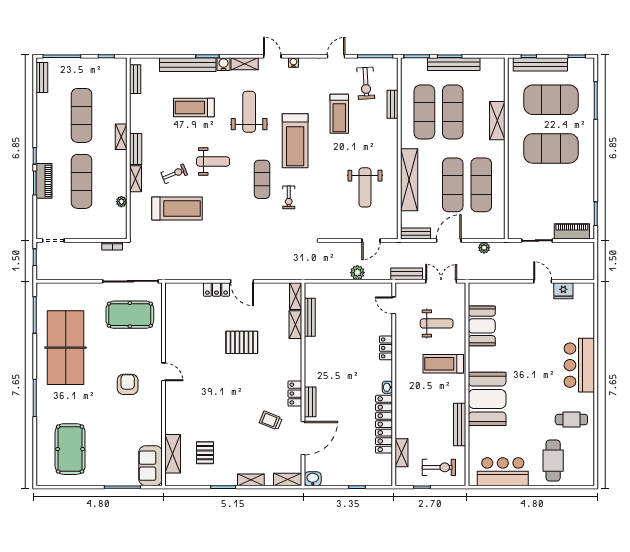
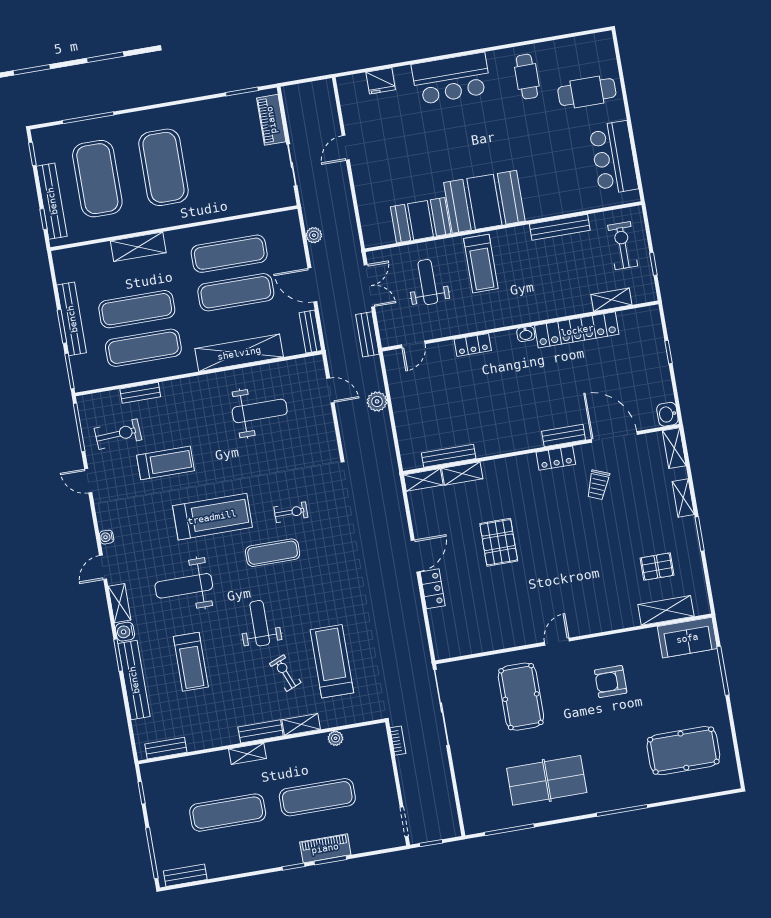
double door: (441, 281) -> (369, 286), swing flipped
fridge: (563, 291) -> (381, 81), moved, turned 90
pool table: (130, 315) -> (521, 697), moved
table tennis table: (66, 348) -> (547, 780), width x0.73, depth x0.76
armchair: (128, 384) -> (611, 682), moved
booth: (487, 399) -> (484, 202), moved

